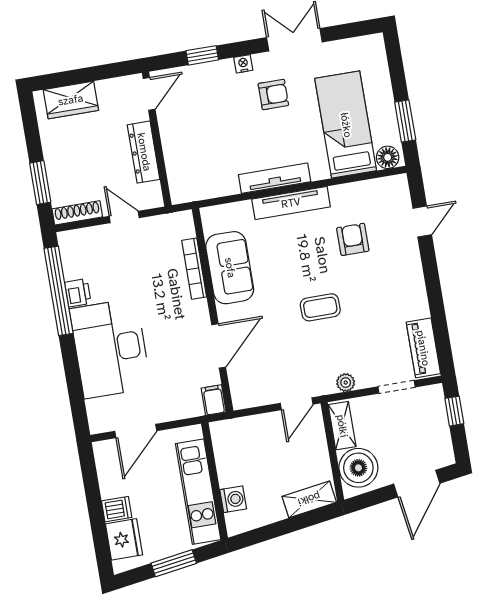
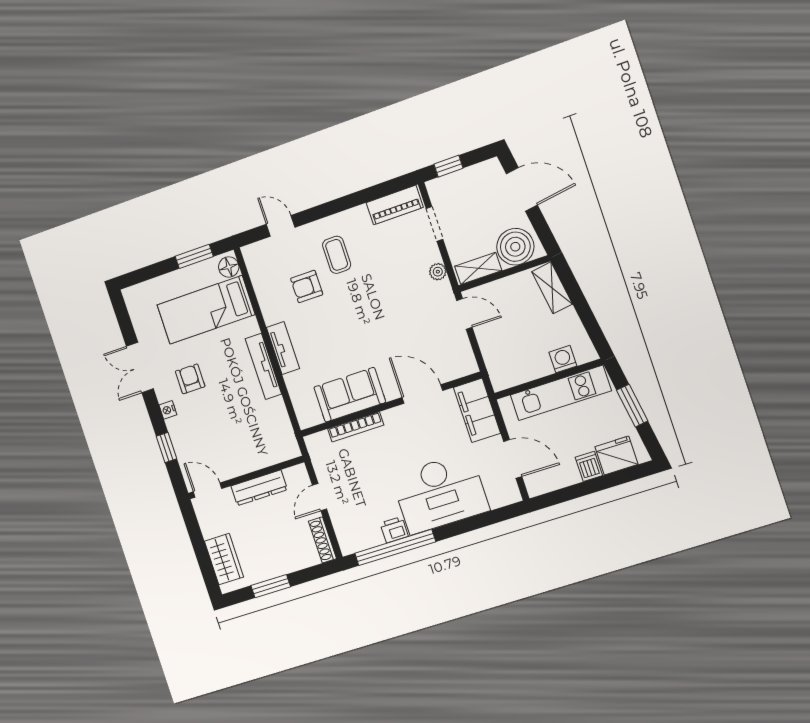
window: (40, 183) -> (271, 586), moved
tv unit: (291, 203) -> (283, 348), width x0.71
coffee table: (320, 307) -> (337, 255), moved
filing cabinet: (214, 400) -> (477, 410), width x3.00, depth x1.17

